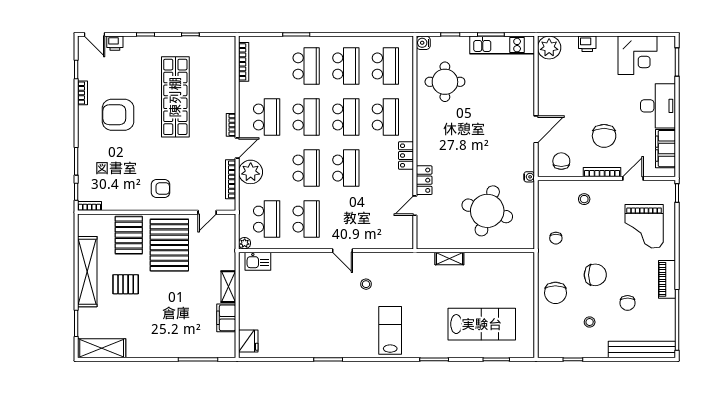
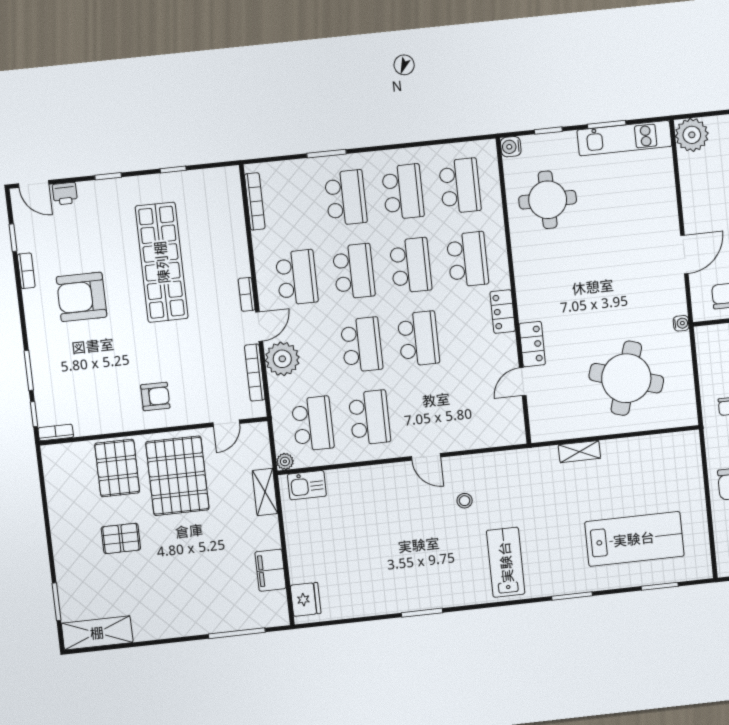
shelving: (87, 272) -> (64, 527), removed
shelving: (228, 287) -> (265, 492), moved

